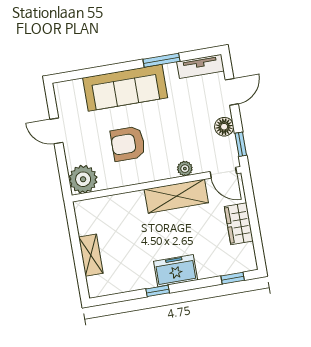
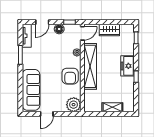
sofa: (125, 88) -> (31, 90), moved
door: (232, 92) -> (42, 22), swing flipped
armchair: (128, 144) -> (70, 76), moved
shelving: (176, 196) -> (90, 66), width x1.47

